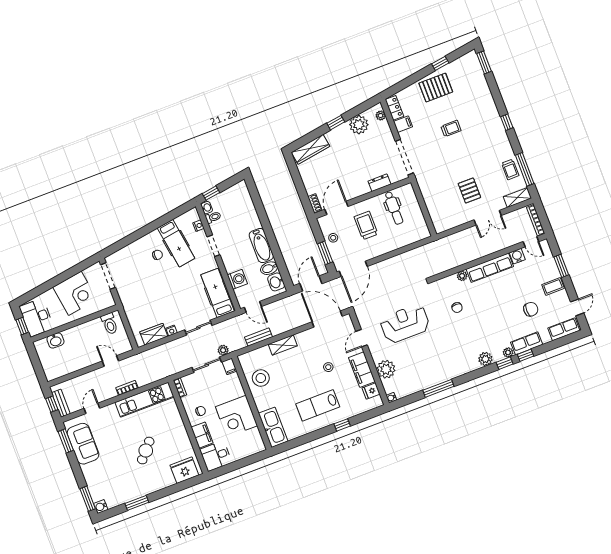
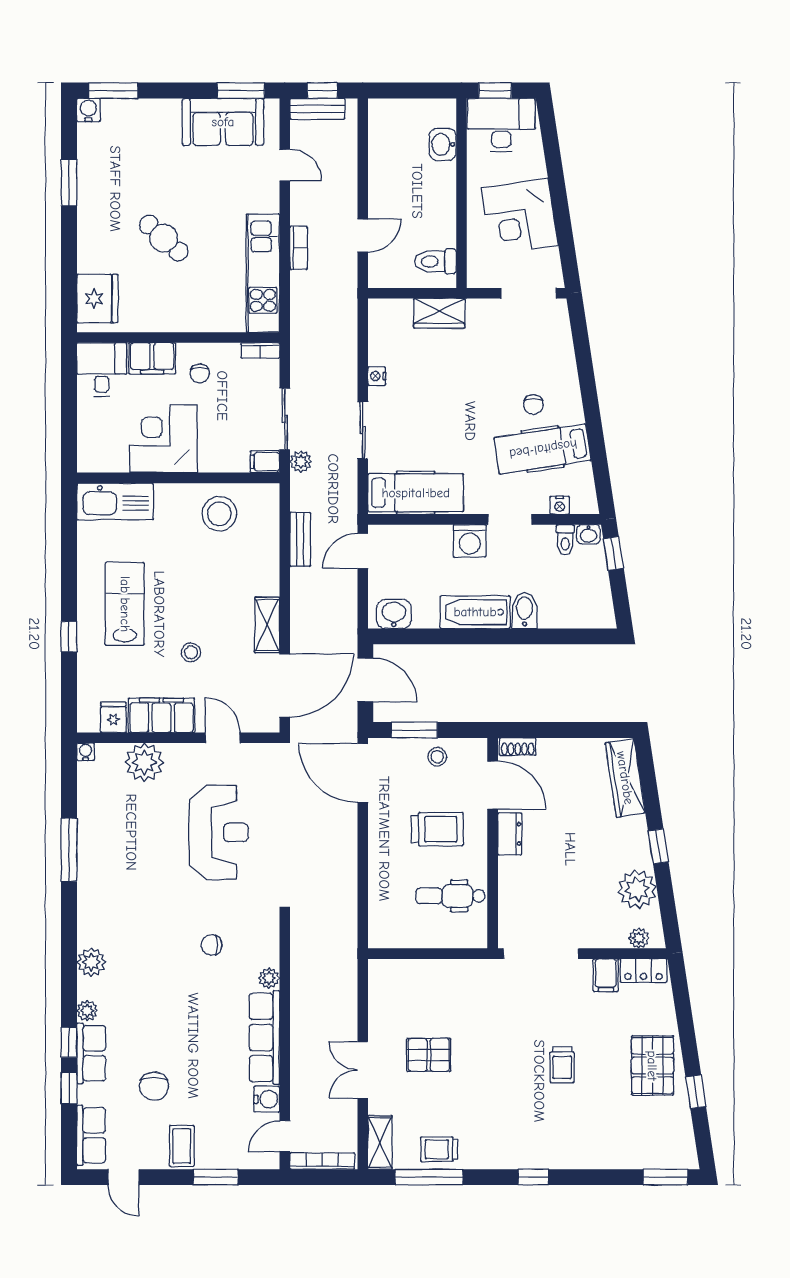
dresser: (379, 183) -> (510, 834), moved
bidet: (269, 268) -> (525, 611), moved
washing machine: (237, 279) -> (470, 541), moved
wardrobe: (154, 334) -> (439, 313), moved, turned 90
shelving: (283, 345) -> (267, 625), moved
window: (505, 363) -> (69, 1088), moved

